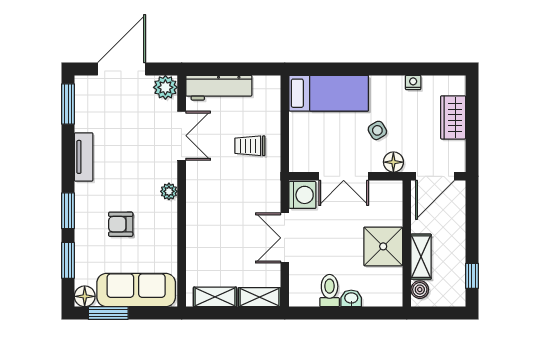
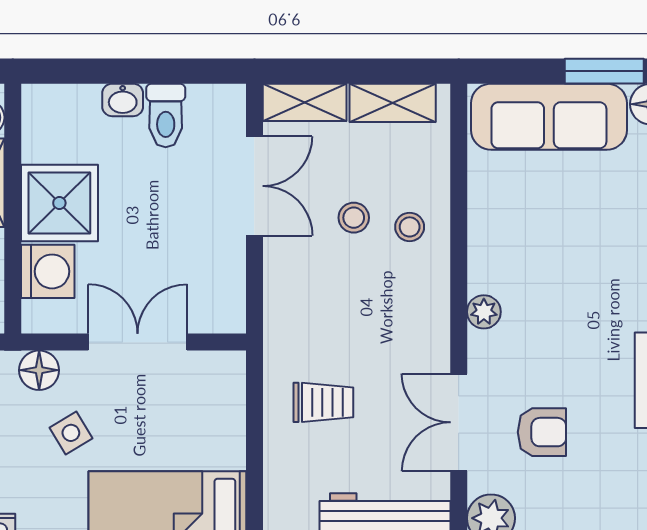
washing machine: (302, 195) -> (48, 271), moved, turned 180
armchair: (121, 224) -> (542, 432), moved
stool: (206, 234) -> (410, 227), added
double door: (285, 238) -> (254, 186), moved
stool: (235, 239) -> (354, 218), added

